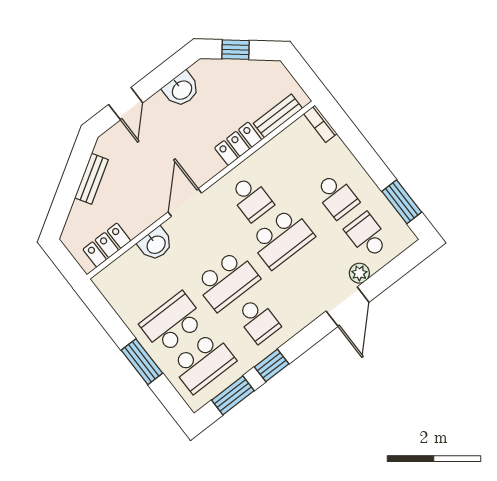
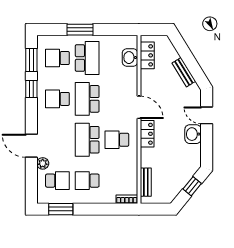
washbasin: (181, 89) -> (193, 134), moved
locker: (238, 144) -> (147, 134), moved
washbasin: (156, 244) -> (130, 58), moved
school desk: (203, 362) -> (57, 58), width x0.54

